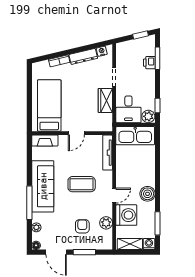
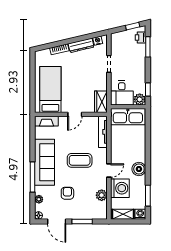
printer: (149, 63) -> (141, 38), moved
wardrobe: (105, 100) -> (101, 102), moved
armchair: (82, 226) -> (67, 193), moved

